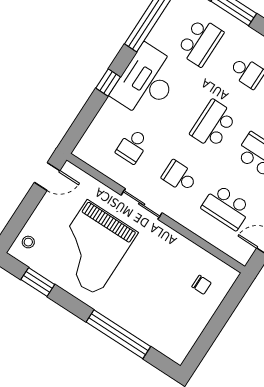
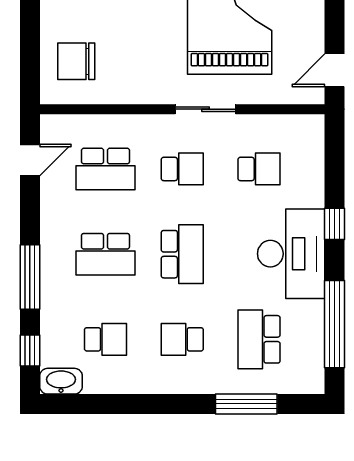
school desk: (132, 146) -> (259, 169), turned 90
school desk: (226, 207) -> (105, 169), turned 180
chair: (202, 285) -> (76, 61), width x1.87, depth x1.87

